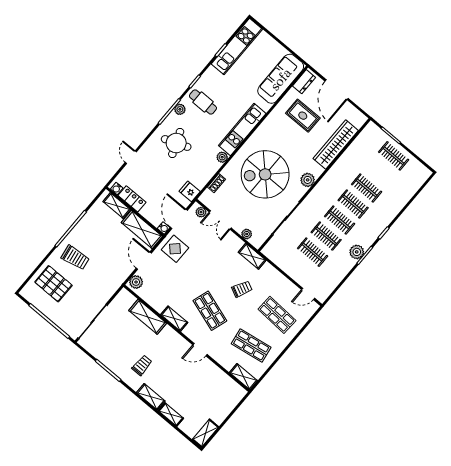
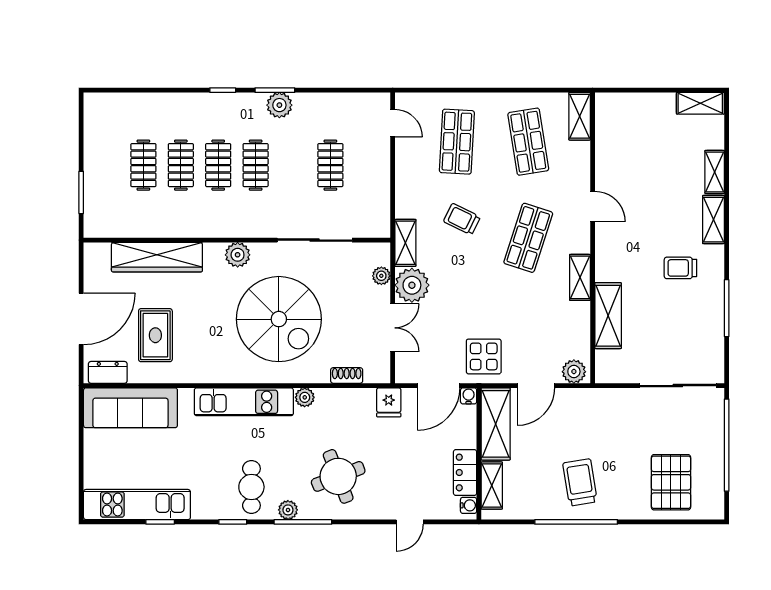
clothes rail: (394, 156) -> (143, 165), moved
plant: (201, 212) -> (412, 285), moved, width x1.87, depth x1.87
clothes rail: (326, 236) -> (293, 165), removed
trolley: (75, 258) -> (580, 482), moved

